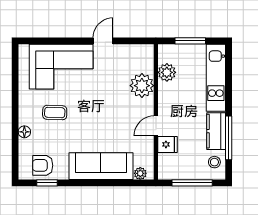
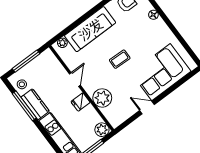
door: (103, 41) -> (147, 108), swing flipped
plant: (167, 72) -> (102, 130), moved
coffee table: (55, 113) -> (120, 59), moved
fridge: (168, 144) -> (81, 102), moved

